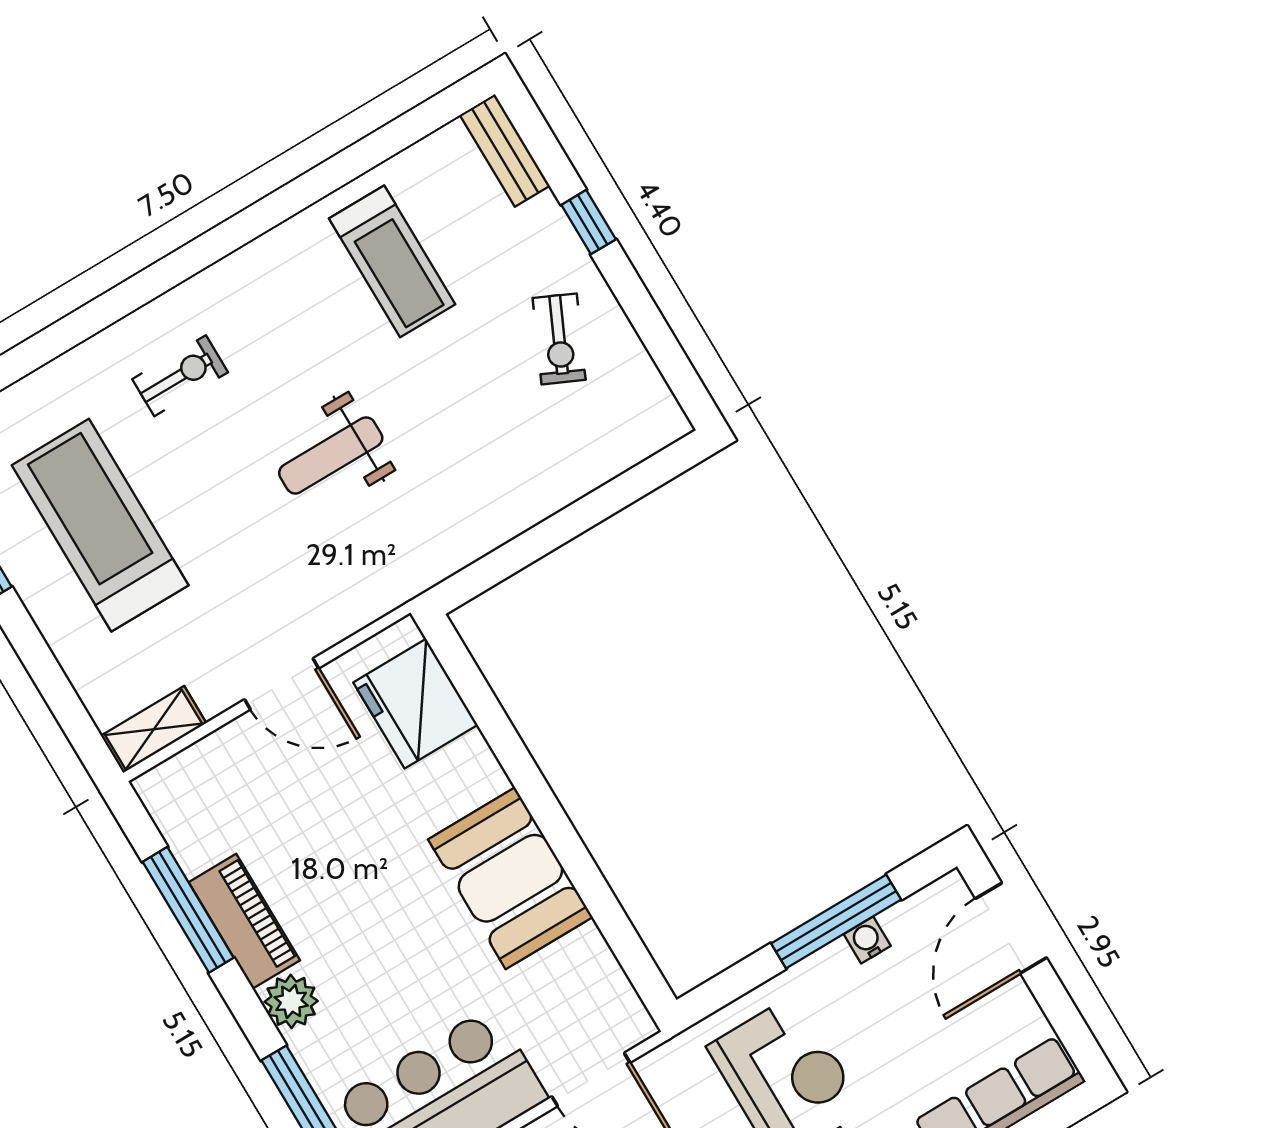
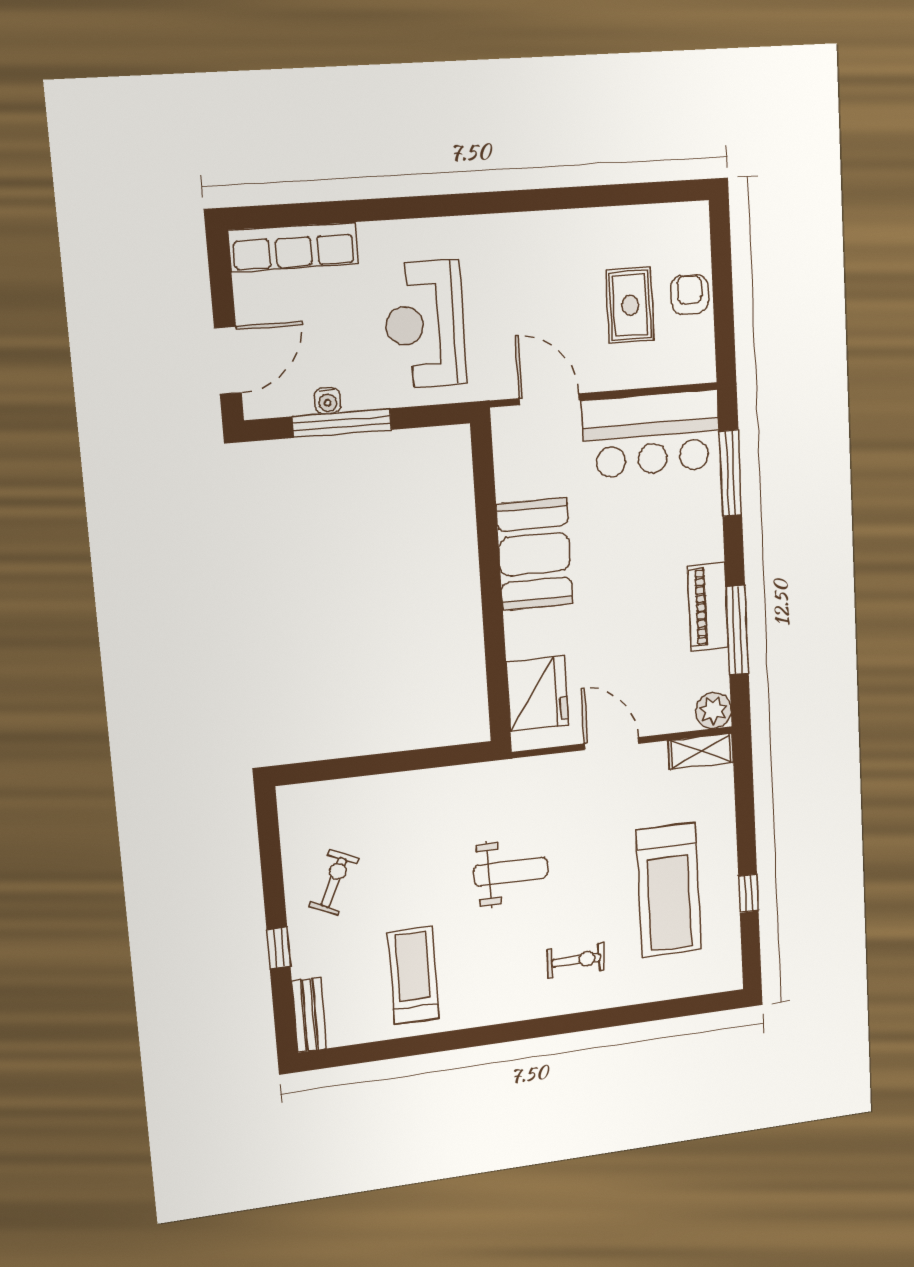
exercise bike: (180, 376) -> (576, 960), turned 180
plant: (291, 1001) -> (713, 710), moved

